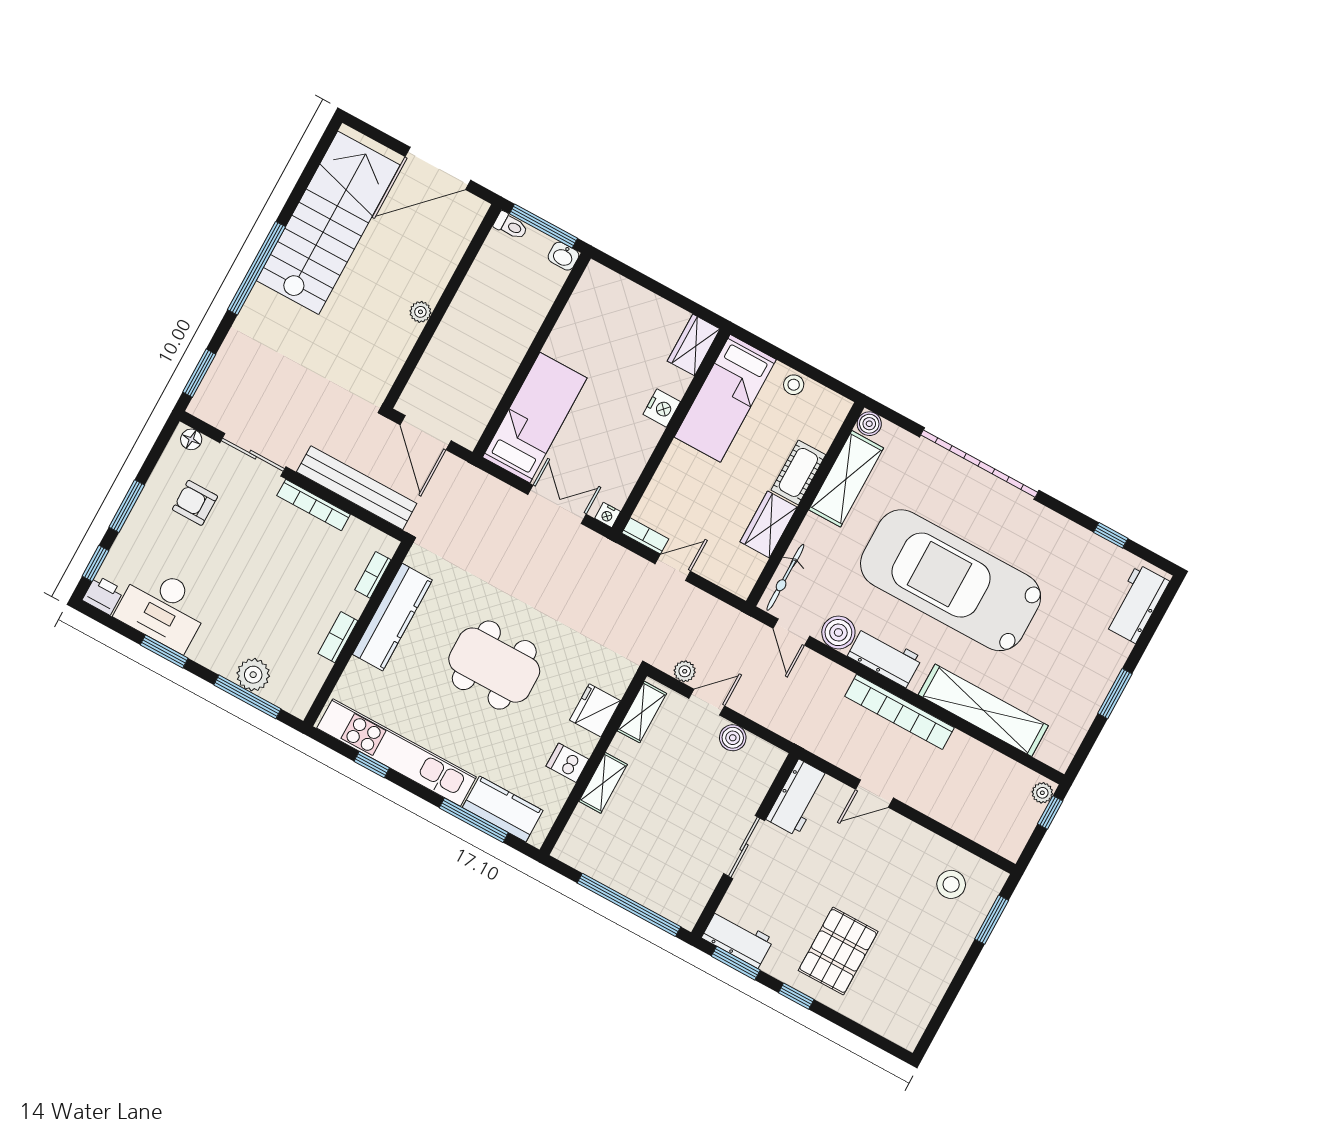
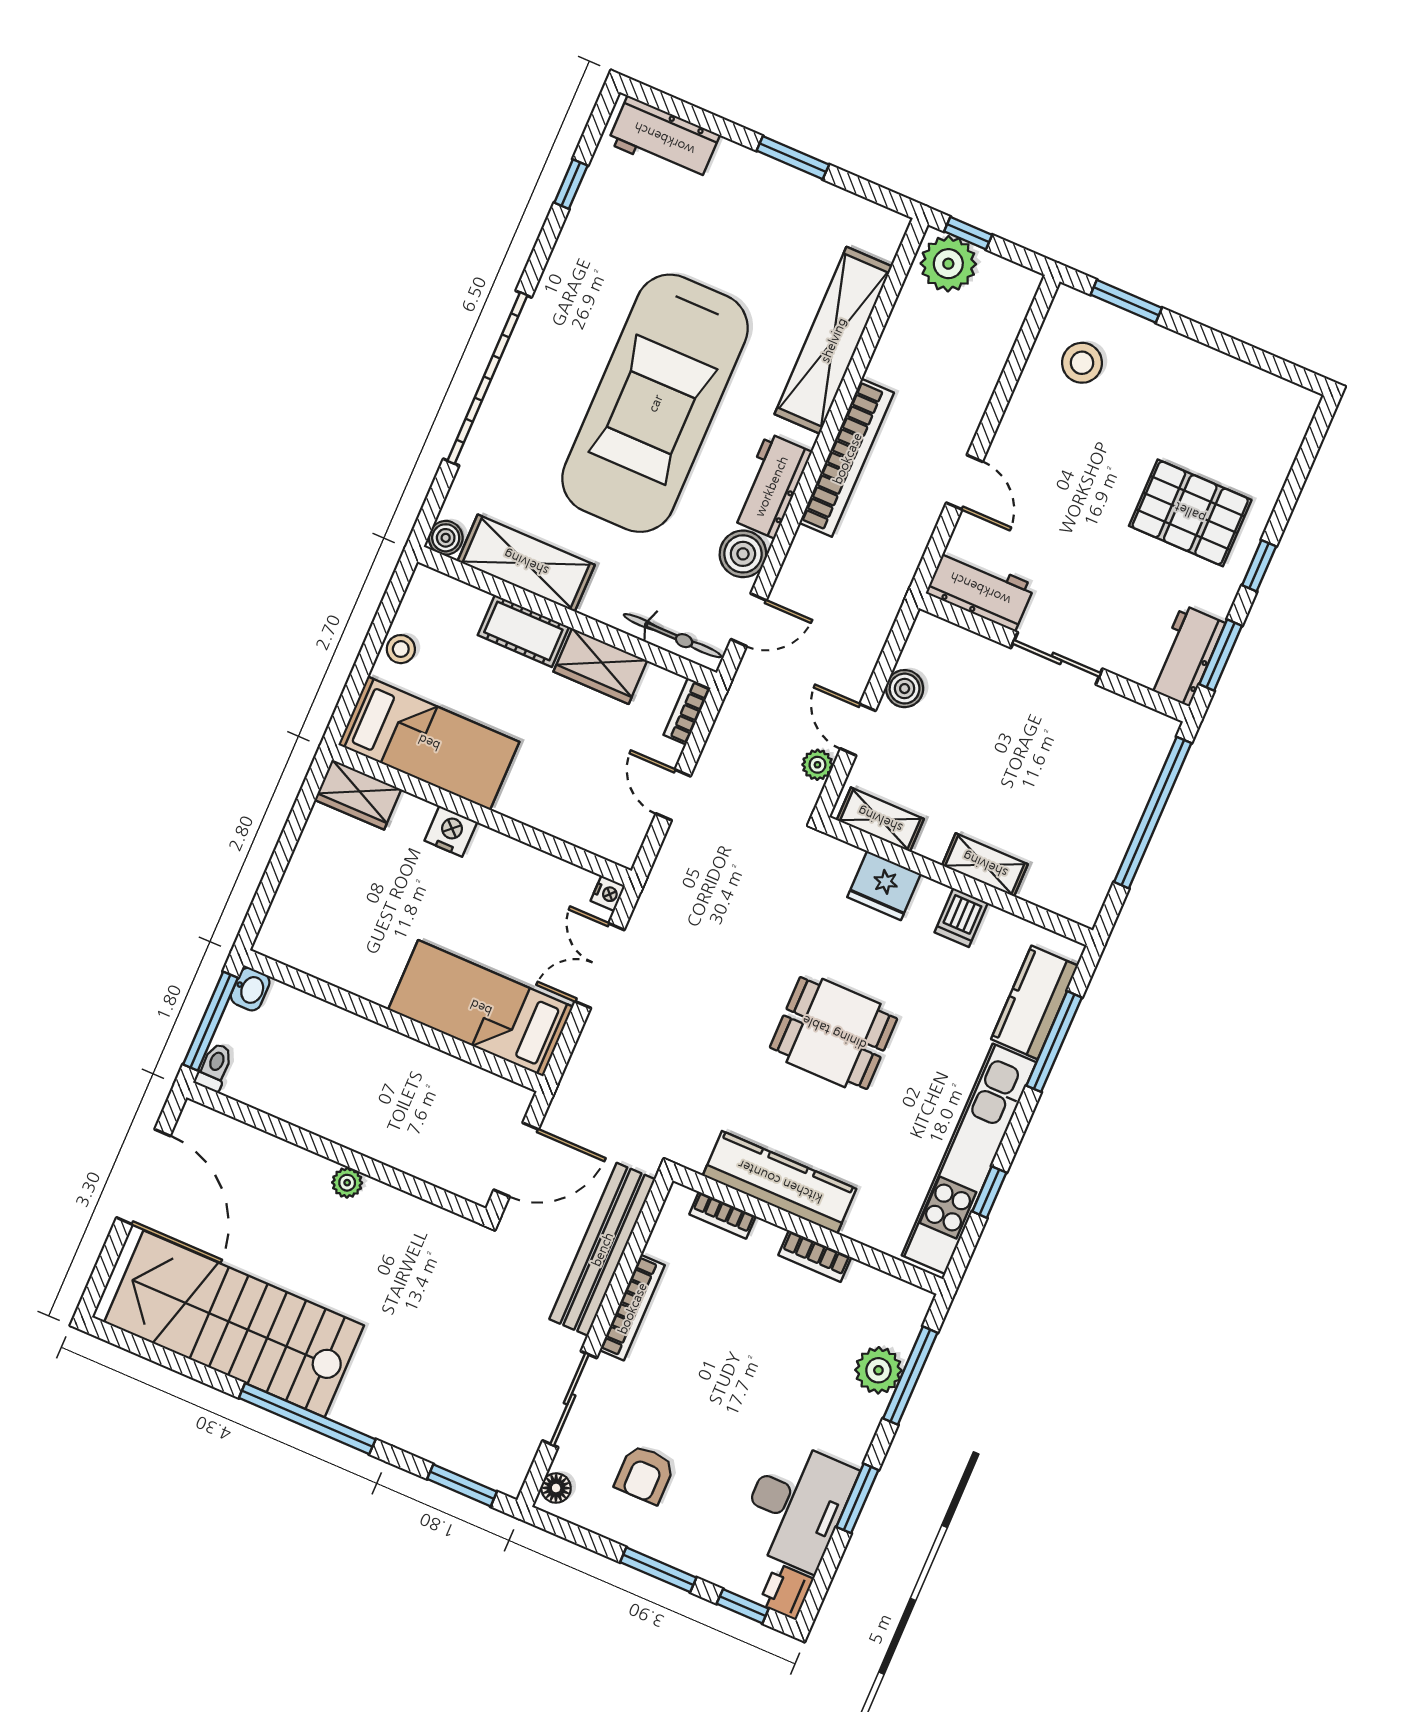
bookcase: (645, 536) -> (687, 711), moved
dining table: (494, 665) -> (834, 1033), width x0.73
plant: (1042, 793) -> (948, 264), width x1.87, depth x1.87

